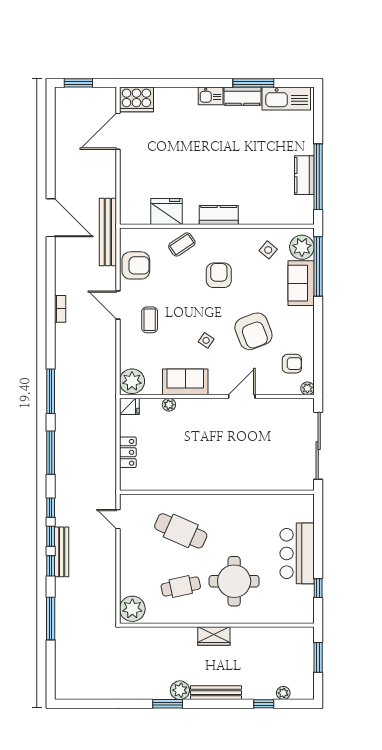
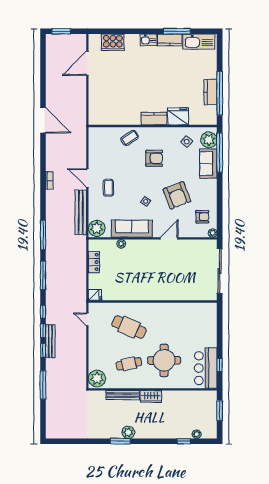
cooker: (136, 99) -> (113, 42), moved
fridge: (167, 212) -> (178, 116), moved
bench: (108, 232) -> (81, 212), moved
armchair: (136, 265) -> (99, 152), removed
armchair: (219, 275) -> (154, 158), turned 90
sofa: (185, 382) -> (132, 229), width x1.36
fridge: (129, 406) -> (95, 295), moved
locker: (128, 452) -> (94, 262), moved
bar counter: (297, 553) -> (206, 368), moved
bench: (216, 693) -> (123, 395), moved

